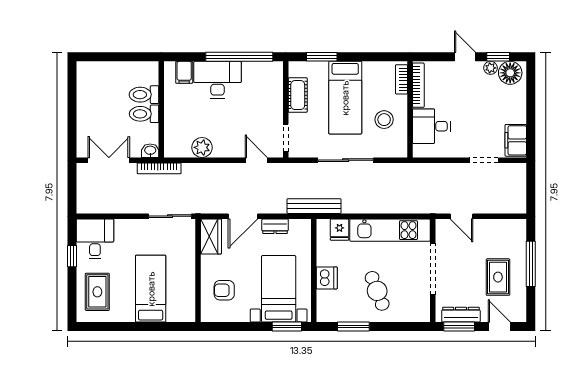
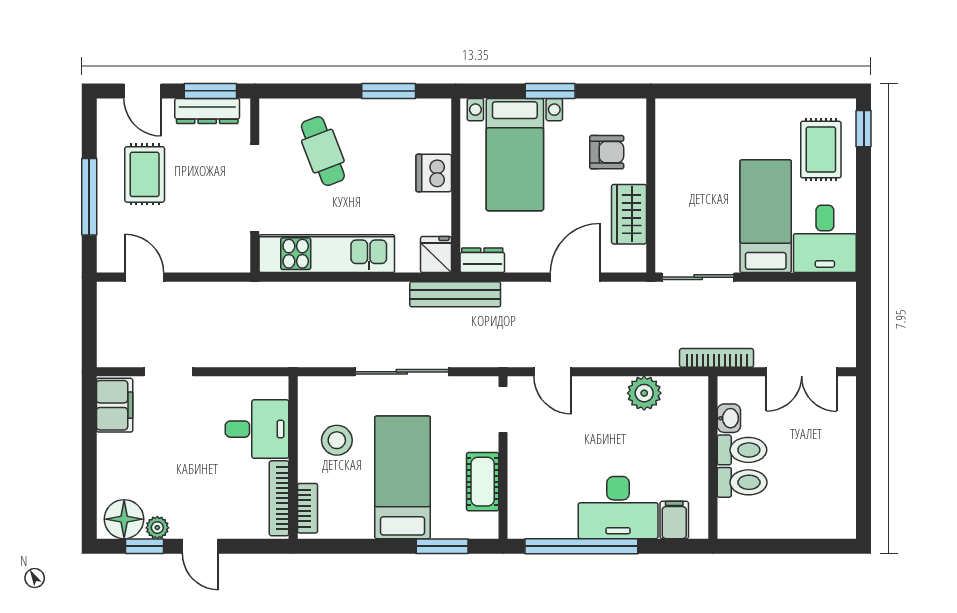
washbasin: (150, 151) -> (729, 418), moved, turned -90
door: (462, 216) -> (145, 277), moved
dresser: (275, 226) -> (482, 260), moved
fridge: (339, 230) -> (436, 255), moved
wardrobe: (211, 237) -> (629, 214), moved
window: (72, 256) -> (864, 129), moved
bed: (151, 289) -> (766, 216), moved, turned 180
cafe table: (377, 291) -> (323, 151), moved
window: (287, 327) -> (550, 91), moved

